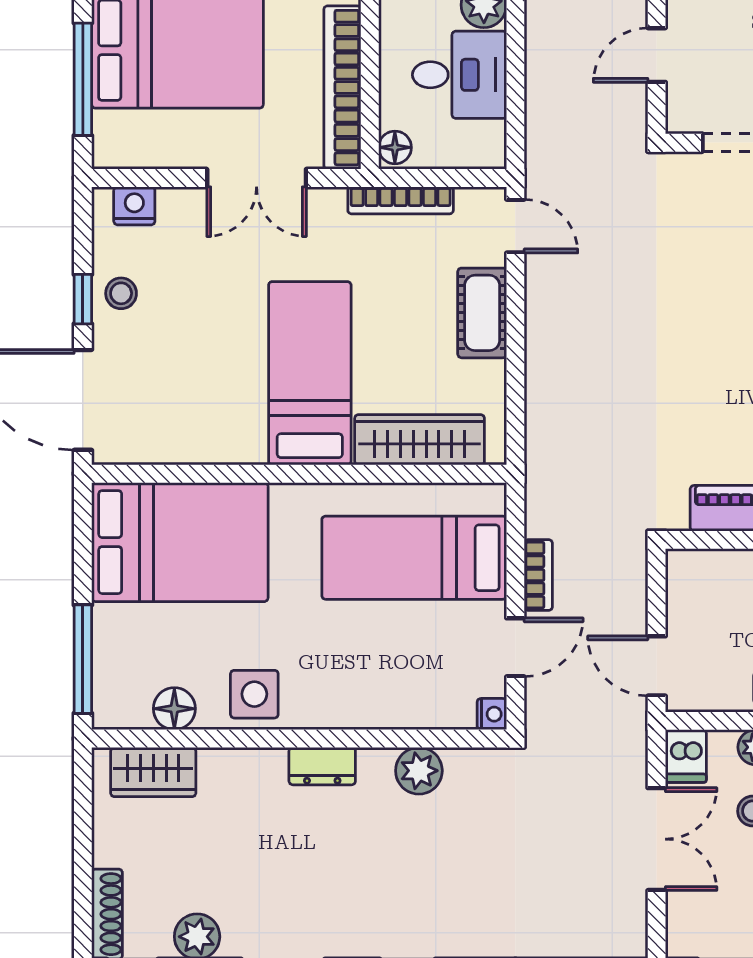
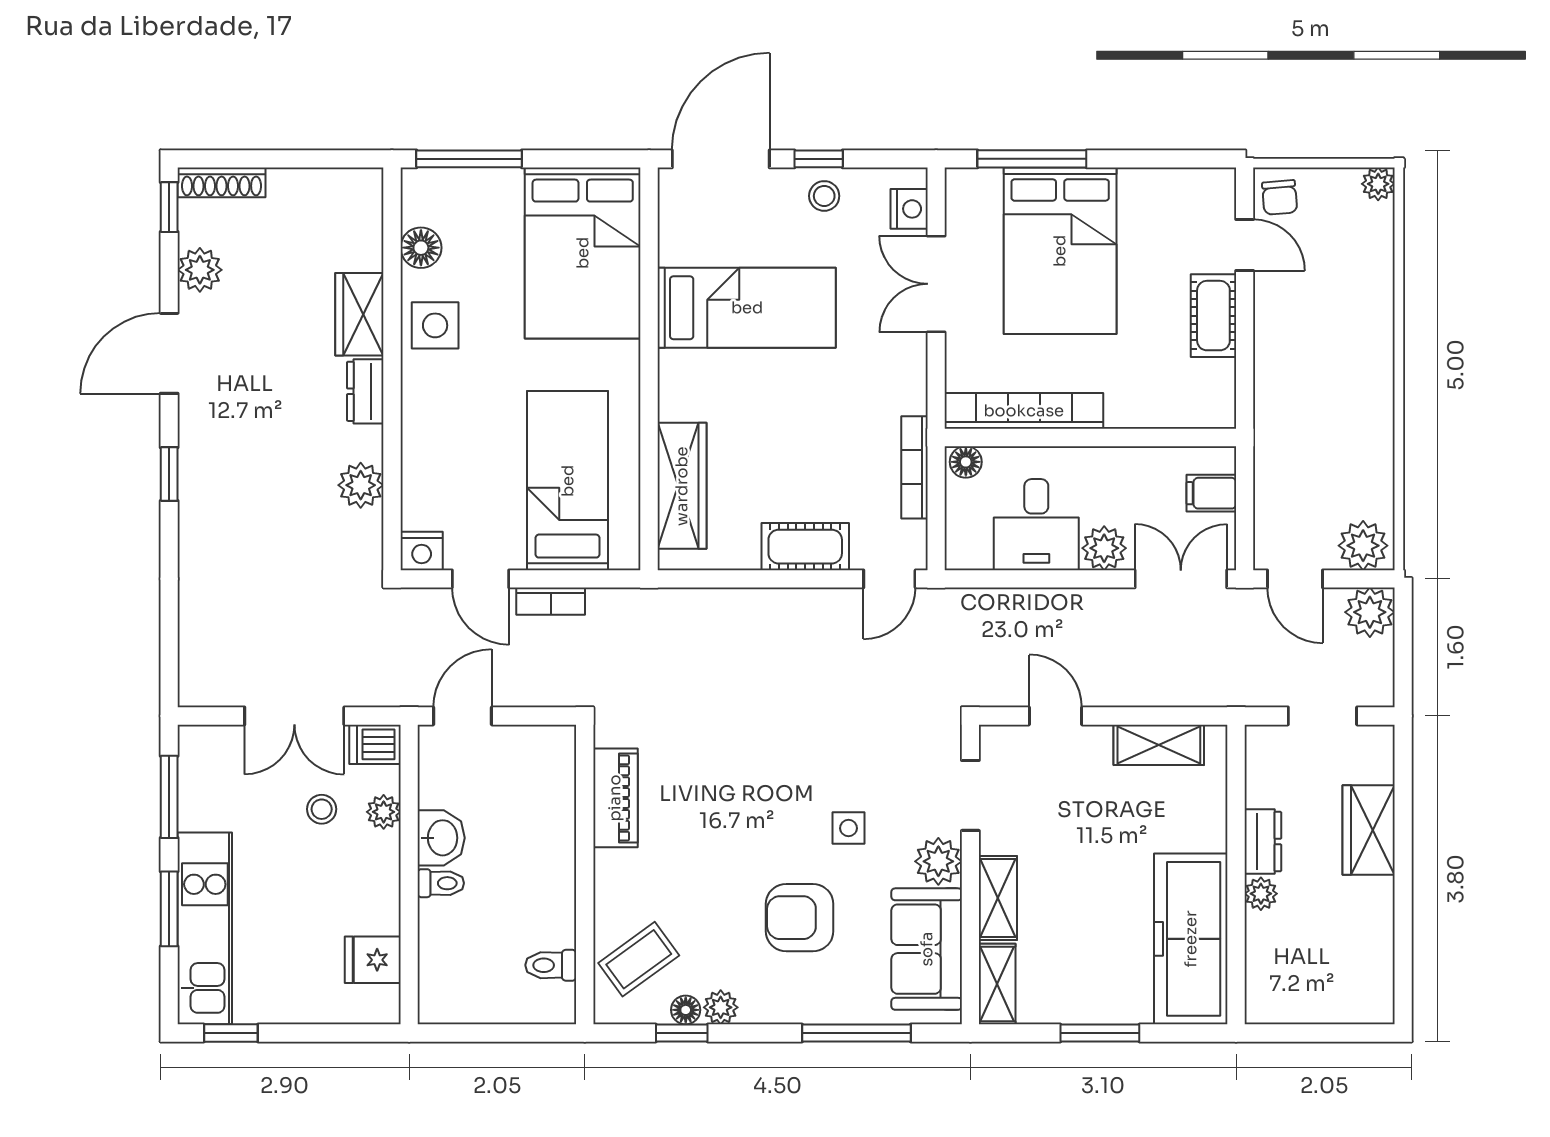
double door: (257, 178) -> (936, 284), moved
bed: (310, 373) -> (747, 308), moved
nightstand: (492, 714) -> (422, 551), width x1.39, depth x1.35
wardrobe: (153, 772) -> (359, 314), moved

